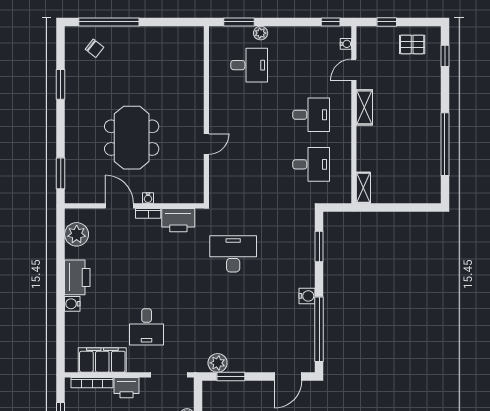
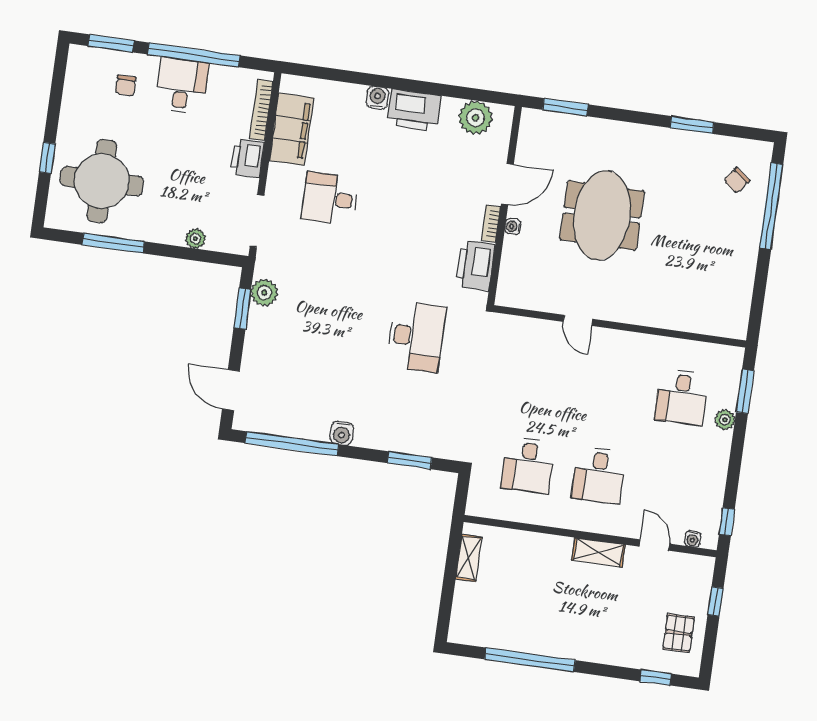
meeting table: (132, 138) -> (602, 215), turned 90
shelving: (363, 188) -> (469, 558), moved, turned 90

